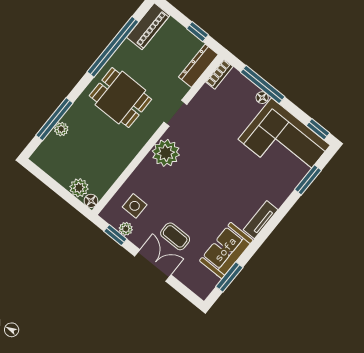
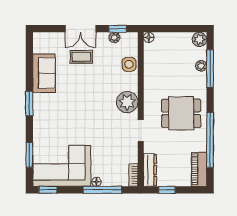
plant: (79, 188) -> (199, 39), moved
side table: (135, 206) -> (129, 64), moved
tv unit: (261, 220) -> (38, 108), removed
window: (229, 277) -> (29, 103), moved

